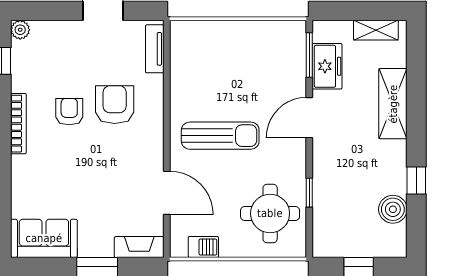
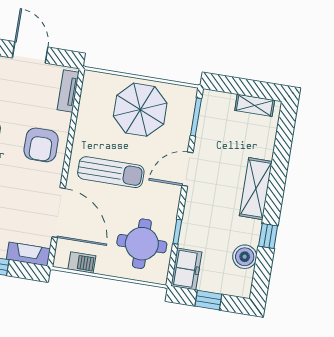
parasol: (243, 57) -> (140, 110), added
freezer: (327, 66) -> (186, 269), moved
shelving: (393, 104) -> (256, 189), moved
armchair: (115, 105) -> (41, 145), moved, turned 180
door: (167, 193) -> (59, 213), width x1.36

